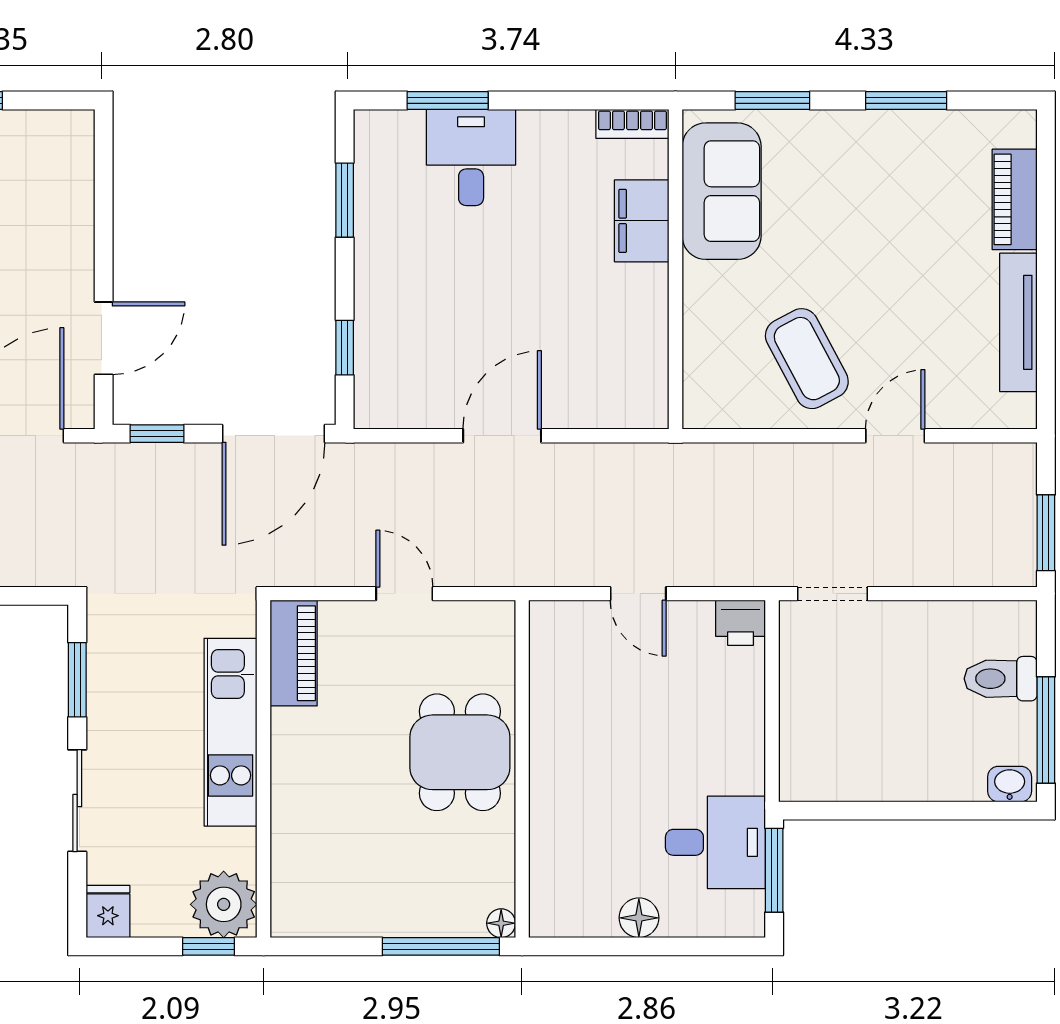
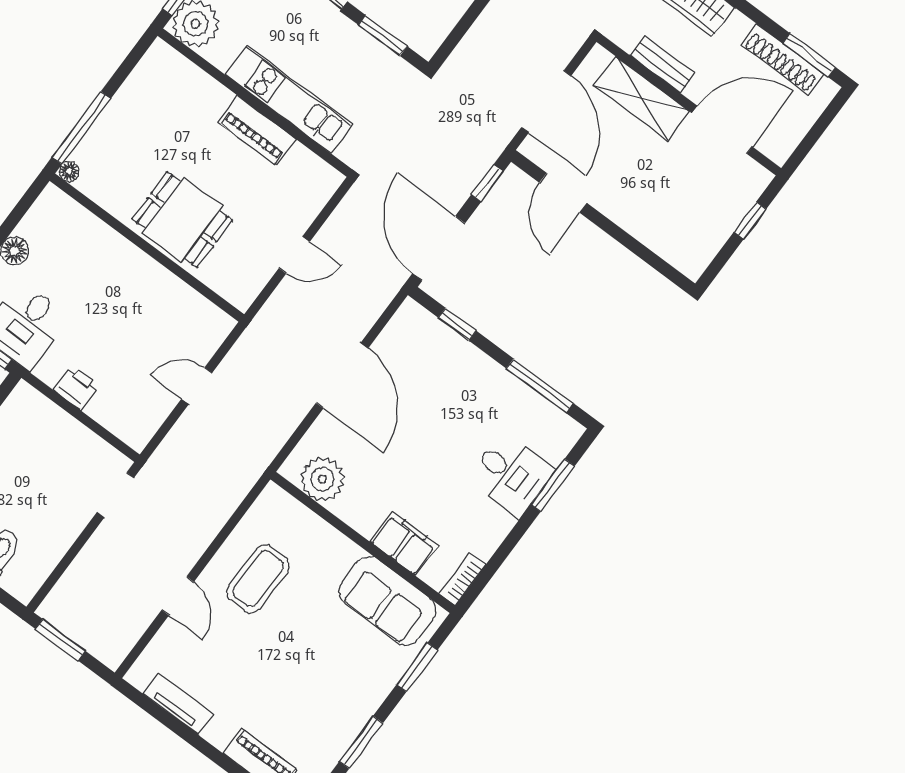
window: (345, 200) -> (540, 386), width x1.44
tv unit: (1018, 322) -> (179, 704), width x0.71
coffee table: (807, 359) -> (258, 579), turned -62
plant: (637, 370) -> (322, 479), added
door: (502, 436) -> (342, 376), width x1.36
printer: (741, 623) -> (76, 387), moved, turned 90
piano: (294, 653) -> (257, 131), moved

